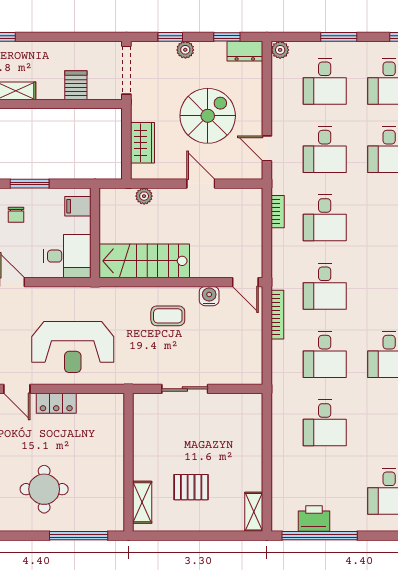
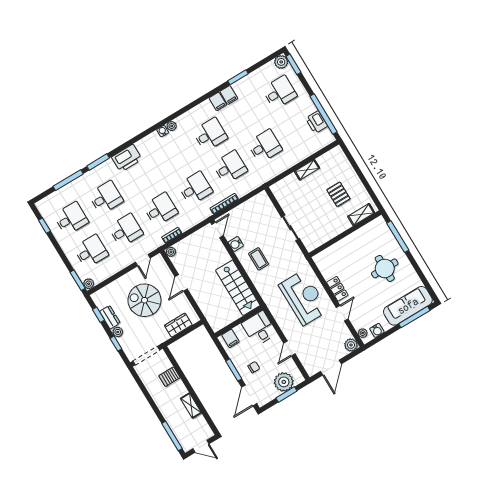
window: (339, 37) -> (78, 280), moved
dresser: (245, 51) -> (110, 317), moved
plant: (144, 196) -> (171, 252), moved
shelving: (254, 512) -> (307, 170), moved

